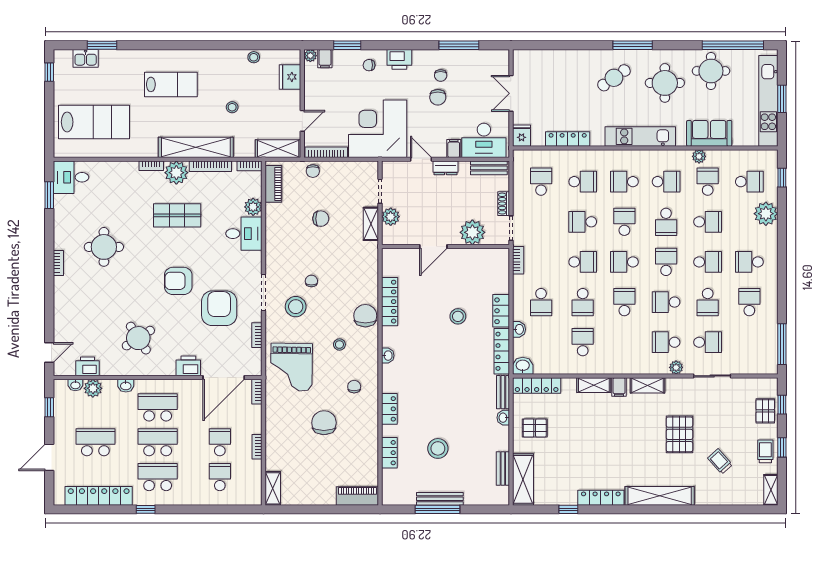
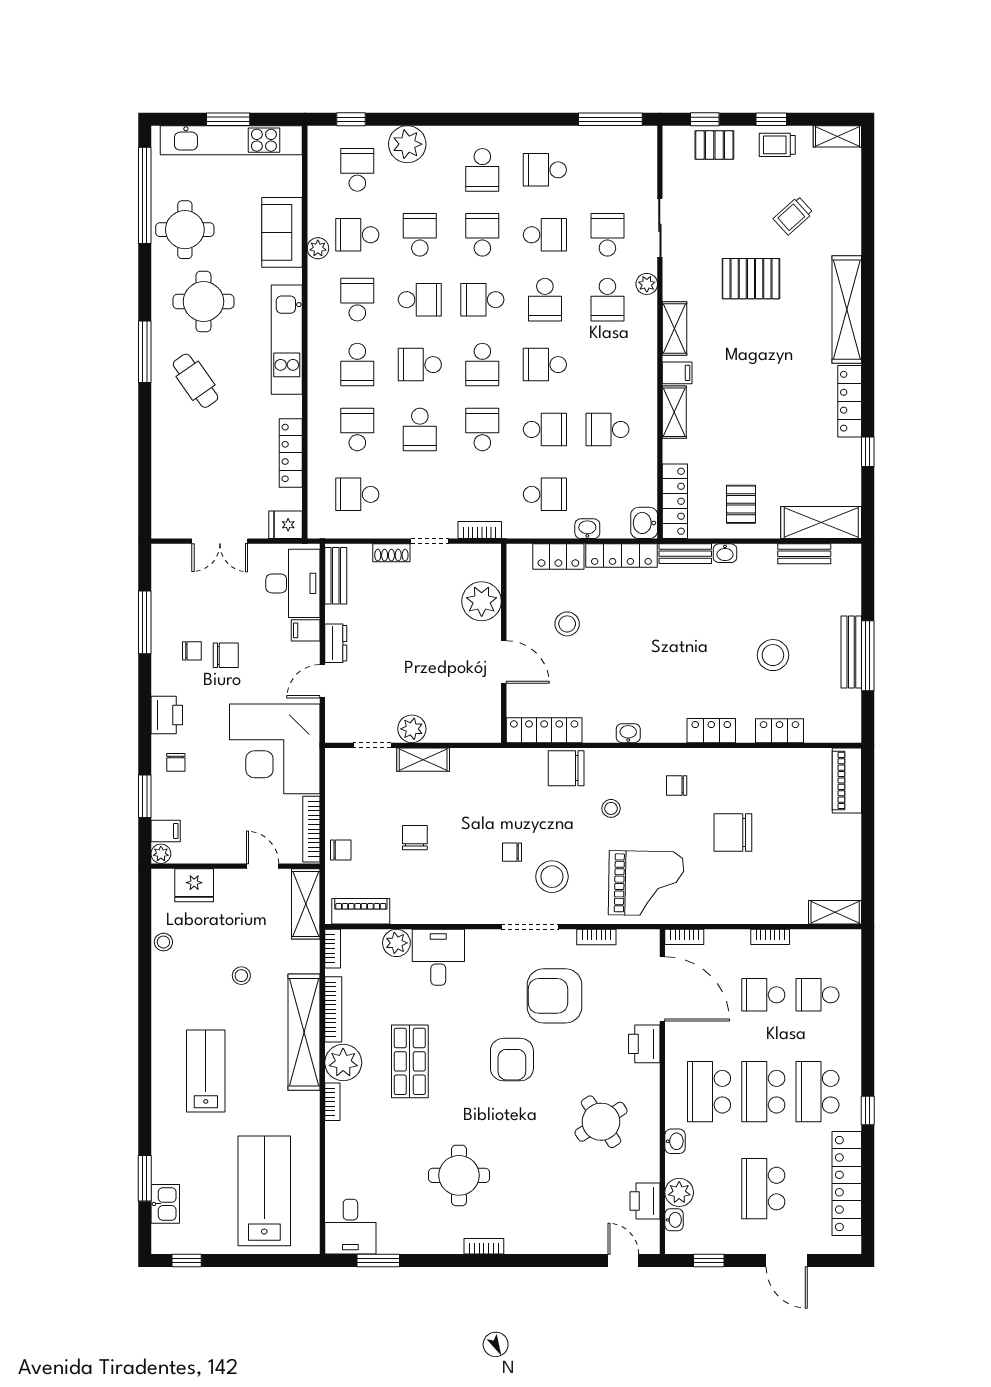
plant: (472, 232) -> (482, 601), moved
door: (433, 247) -> (504, 662), moved
wall: (445, 247) -> (504, 643), moved

